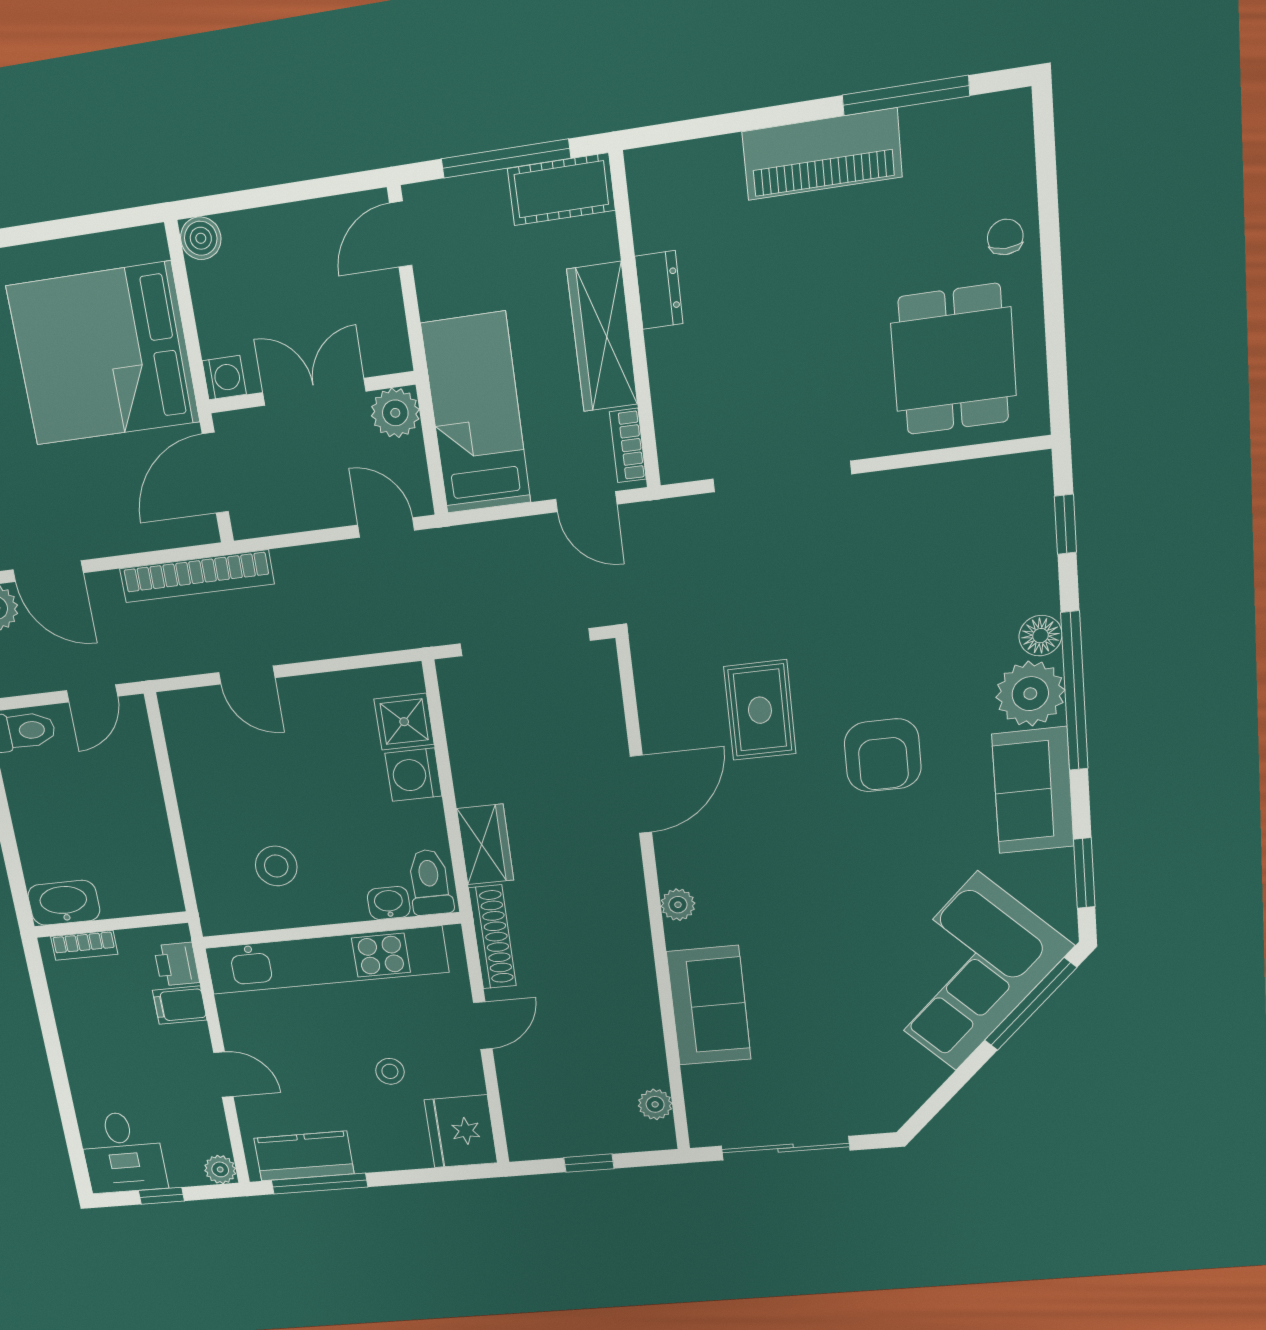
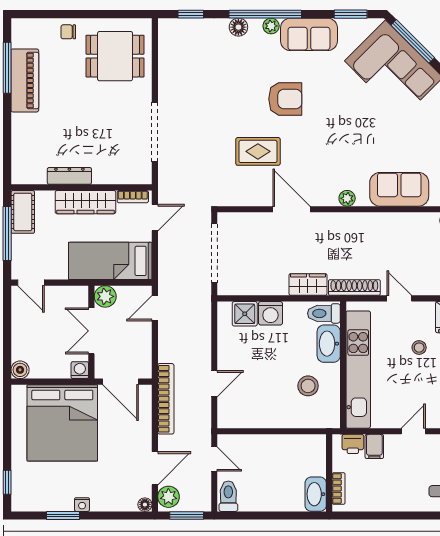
piano: (822, 154) -> (25, 80), moved
dresser: (659, 290) -> (69, 176), width x1.44
plant: (1030, 694) -> (271, 26), width x0.53, depth x0.53
washbasin: (389, 903) -> (329, 344), width x1.91, depth x1.45

